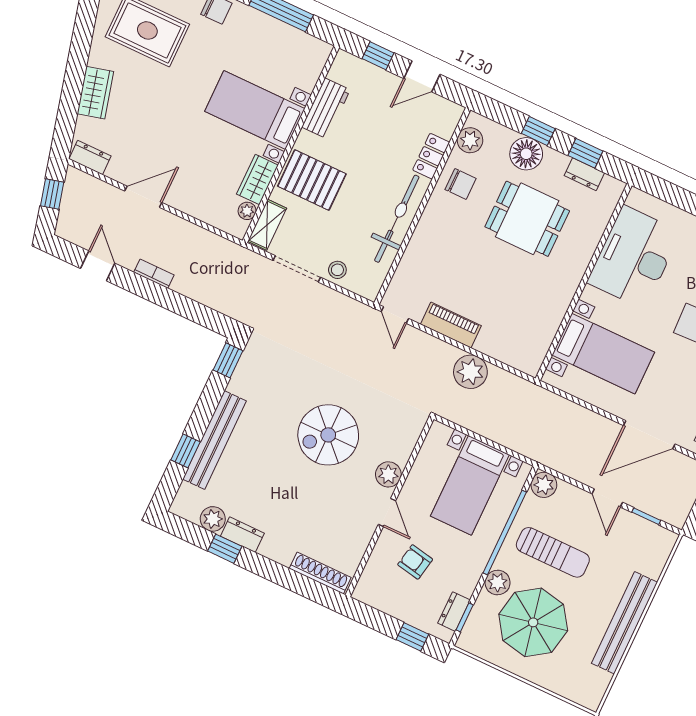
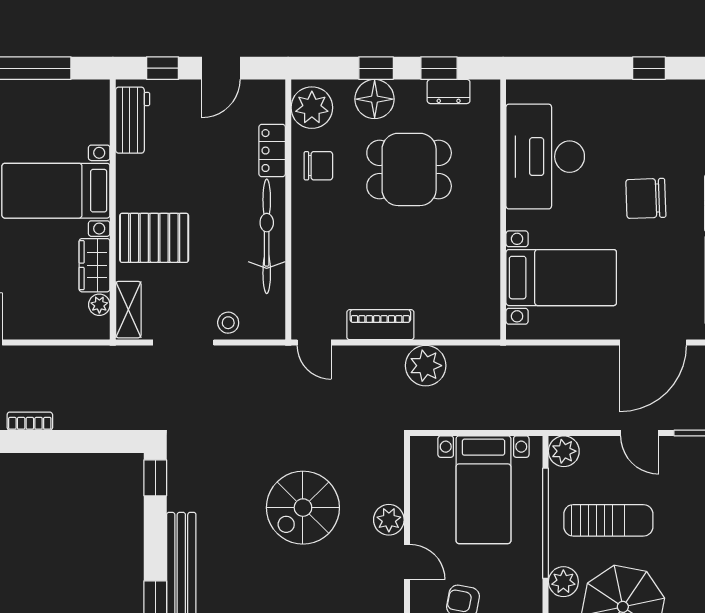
workbench: (326, 108) -> (133, 120), moved
plant: (470, 140) -> (312, 108), width x1.36, depth x1.36

